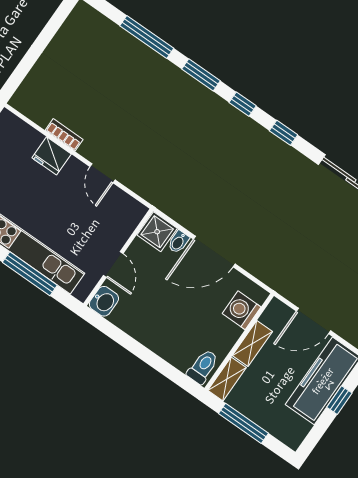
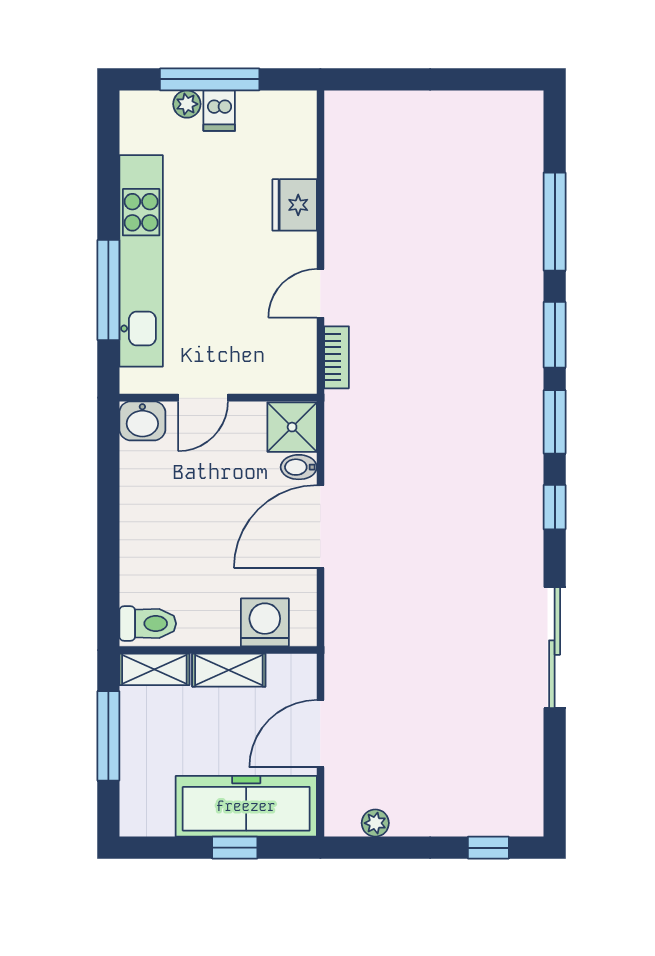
window: (243, 104) -> (555, 422), width x1.50
bookcase: (64, 135) -> (337, 357), moved
door: (214, 251) -> (320, 527), hinge flipped
door: (314, 321) -> (320, 734), hinge flipped

